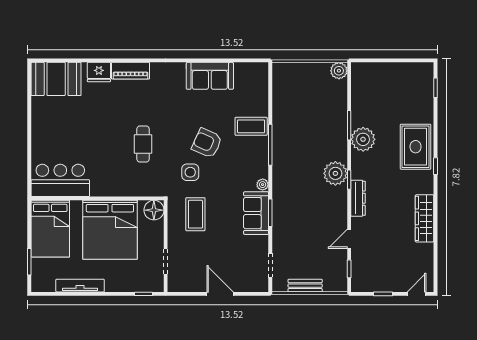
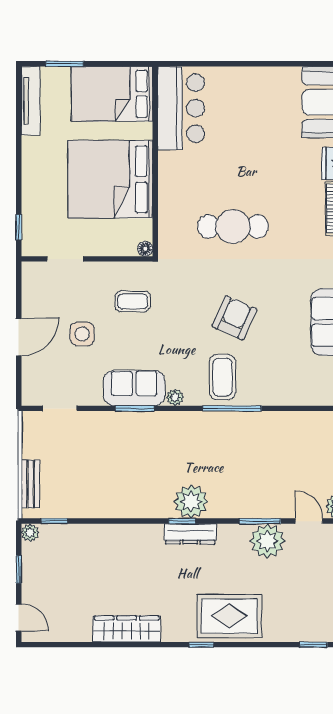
coffee table: (251, 126) -> (223, 377), moved
plant: (363, 139) -> (267, 541), moved
cafe table: (143, 144) -> (233, 226), width x1.37, depth x1.35
side table: (190, 172) -> (82, 334), moved
dresser: (358, 198) -> (190, 534), moved
floor lamp: (154, 210) -> (145, 249), width x0.53, depth x0.53
coffee table: (195, 214) -> (133, 301), width x0.73, depth x0.77
door: (349, 239) -> (309, 521), moved
tv unit: (80, 286) -> (31, 101), moved
bench: (305, 286) -> (31, 484), moved
plant: (357, 286) -> (30, 533), added

